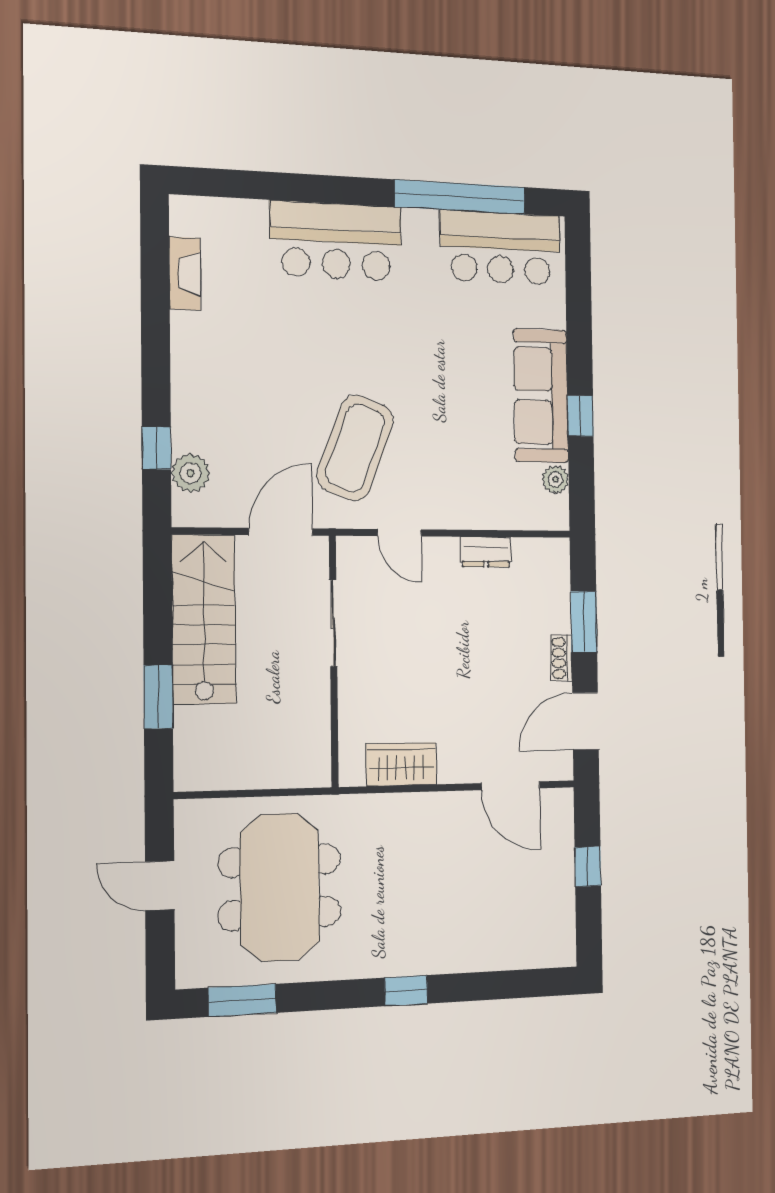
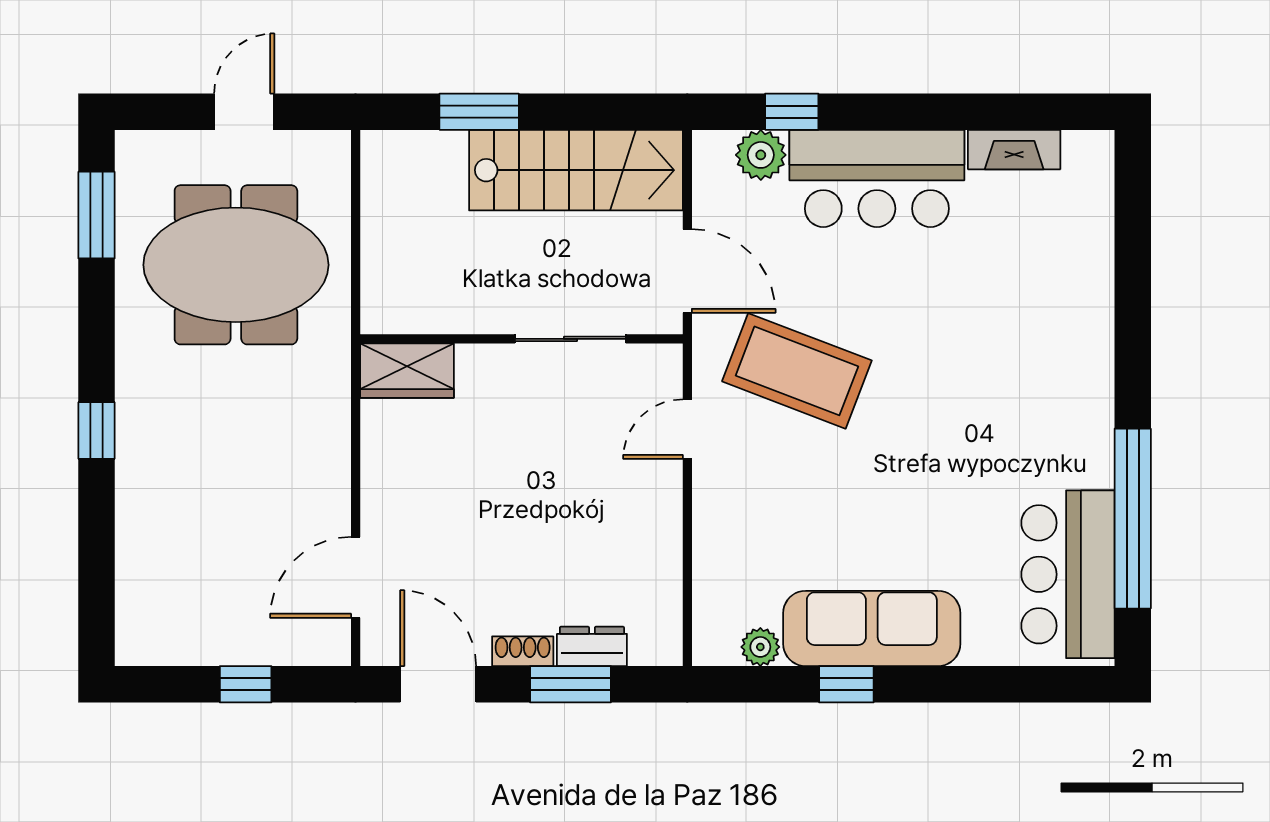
bar counter: (336, 241) -> (877, 178), moved, turned -90
dresser: (486, 552) -> (592, 646), moved, turned 90
wardrobe: (401, 764) -> (407, 371), moved, turned 90

